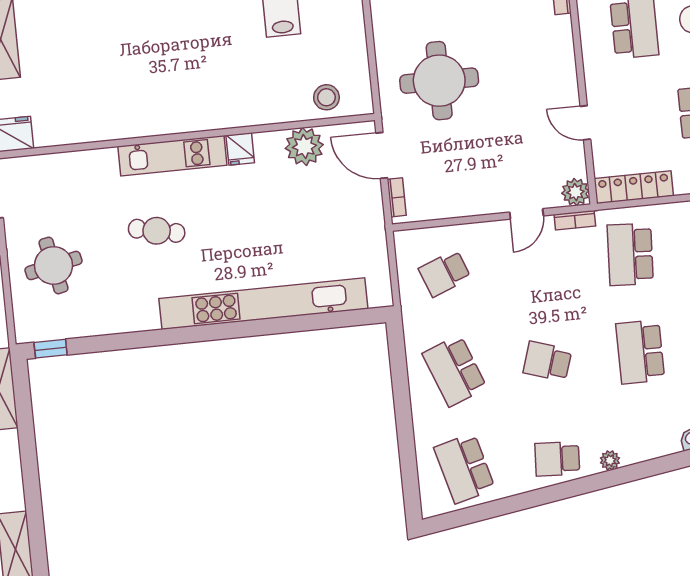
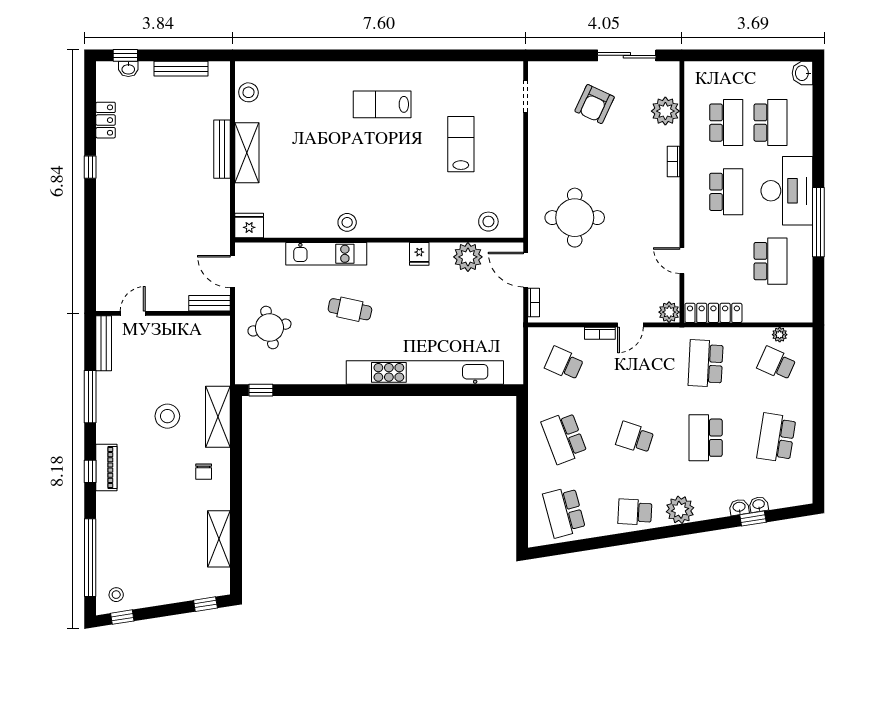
stool: (141, 117) -> (347, 222), added
kitchen unit: (172, 156) -> (326, 254), moved
bookcase: (575, 220) -> (600, 333), moved
school desk: (445, 273) -> (564, 363), turned 45
plant: (610, 460) -> (680, 510), width x1.88, depth x1.88

